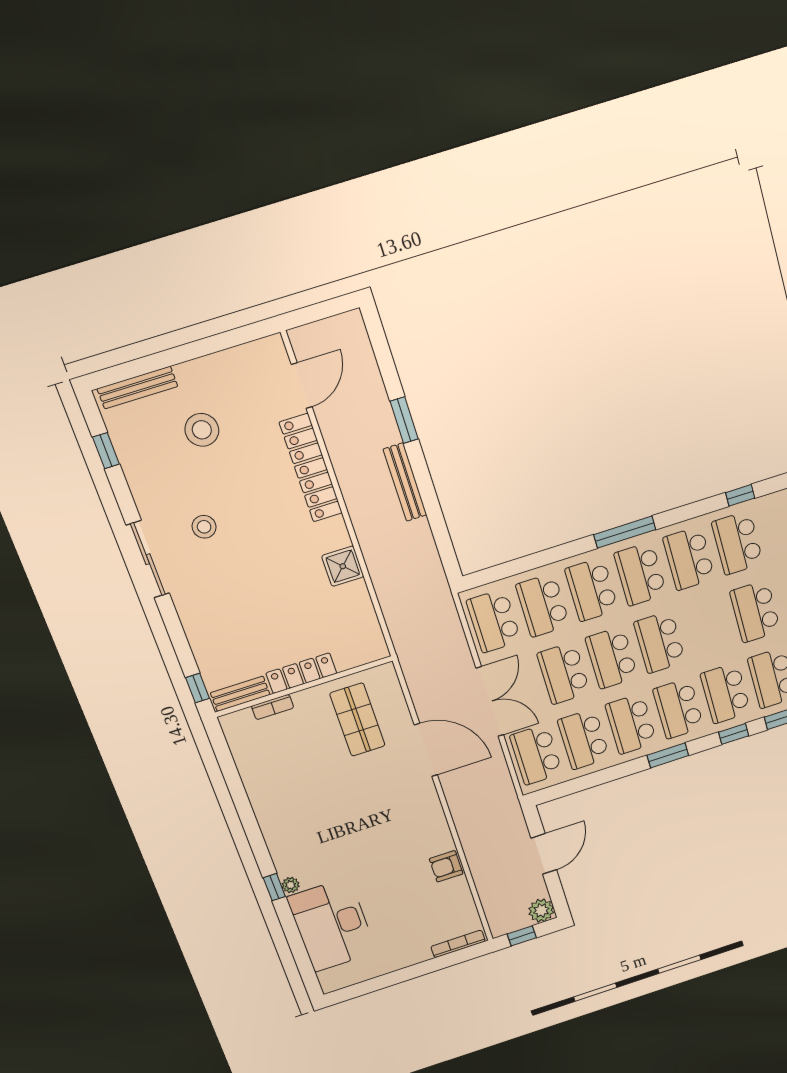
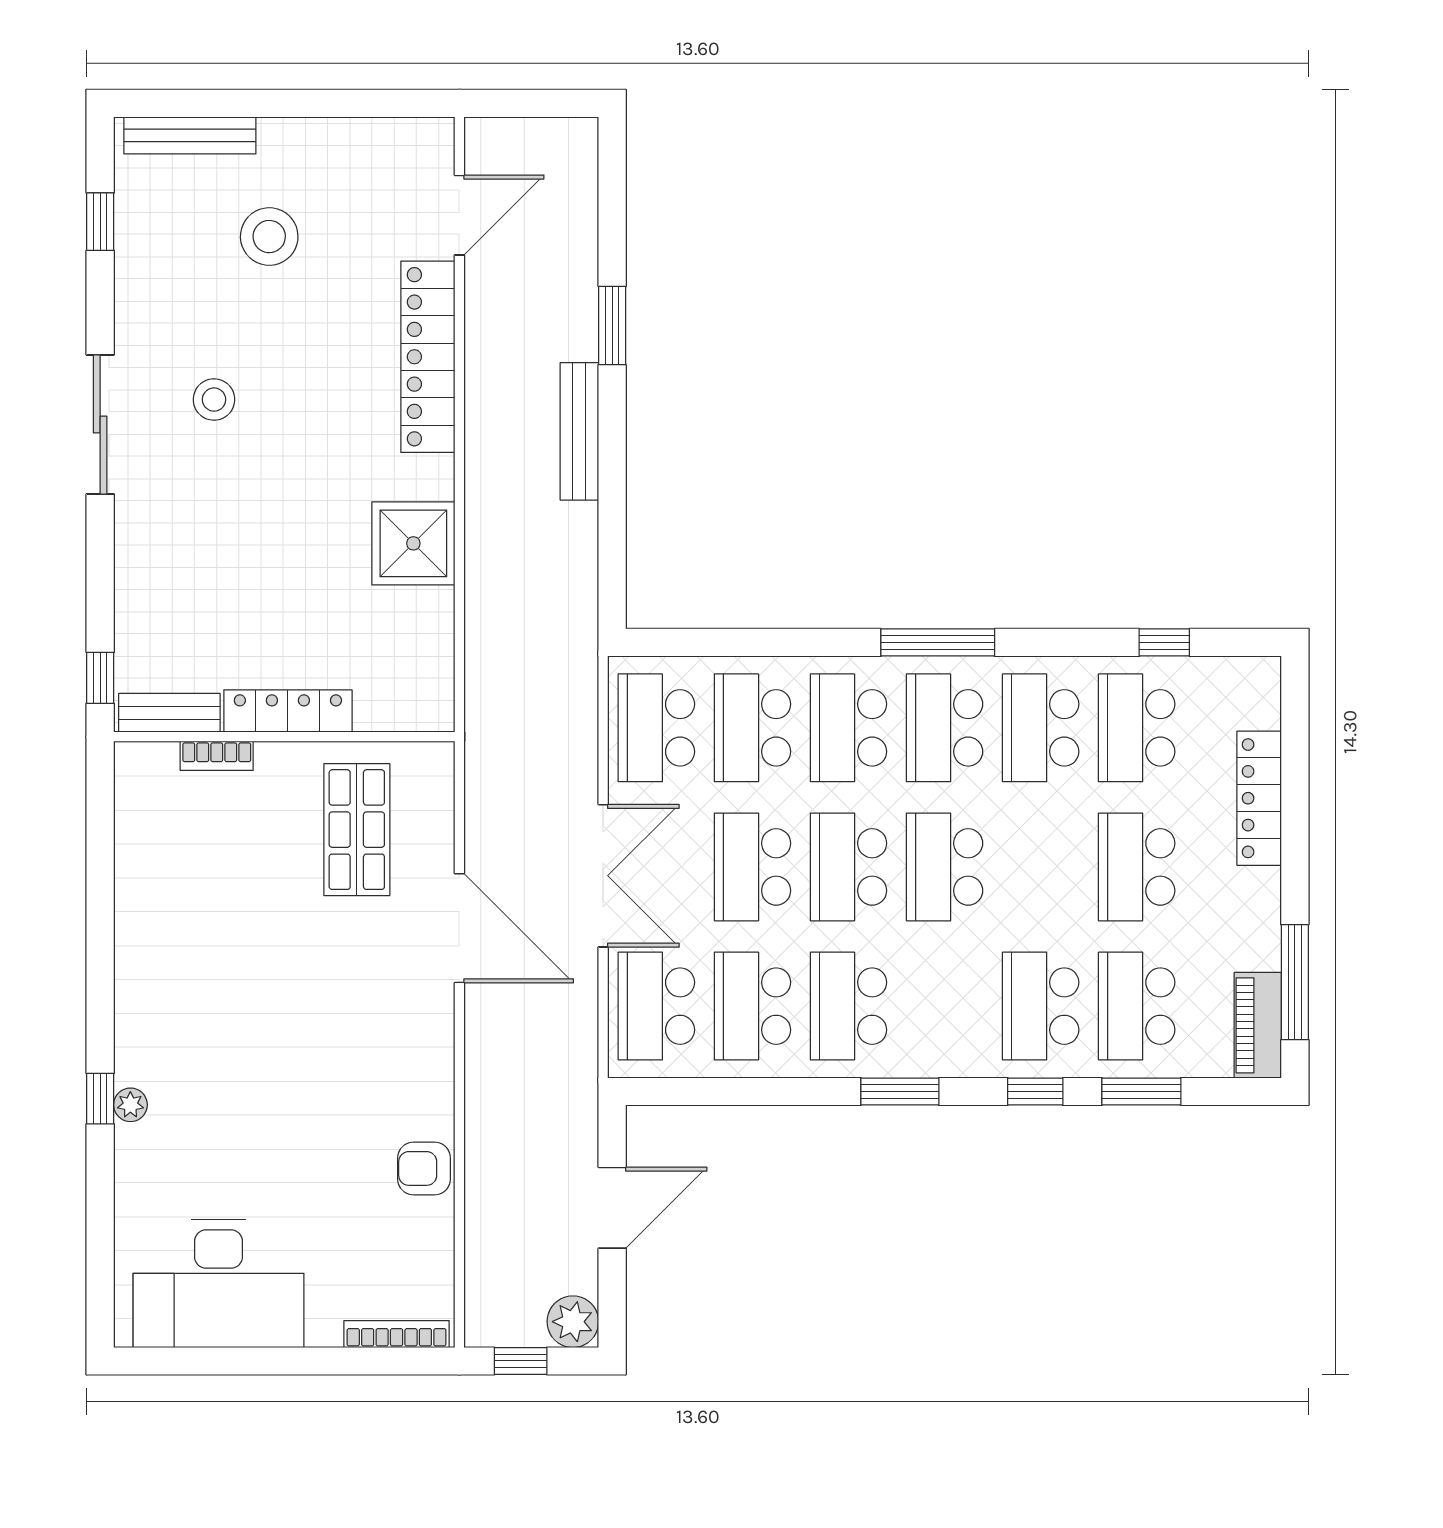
shower: (343, 566) -> (413, 543), width x1.36, depth x1.36
school desk: (678, 708) -> (945, 1006), removed
desk: (332, 925) -> (219, 1284), moved, turned -90

